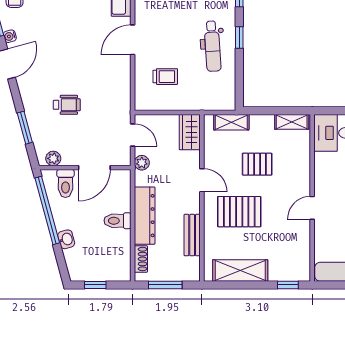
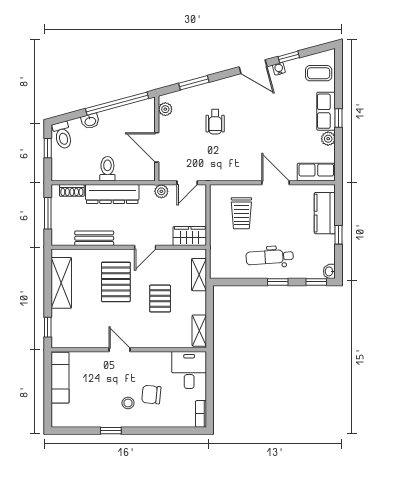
trolley: (165, 77) -> (241, 213), width x1.36, depth x1.39
toilet: (65, 183) -> (63, 135), moved, turned -105

